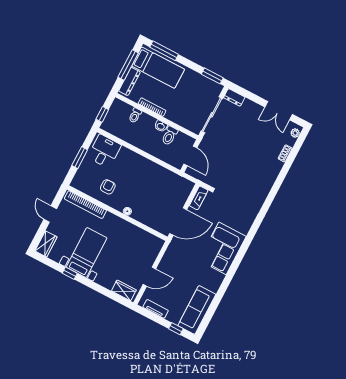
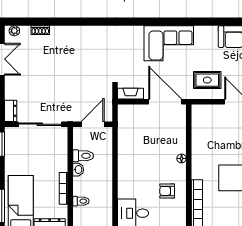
rug: (178, 263) -> (207, 80), added

